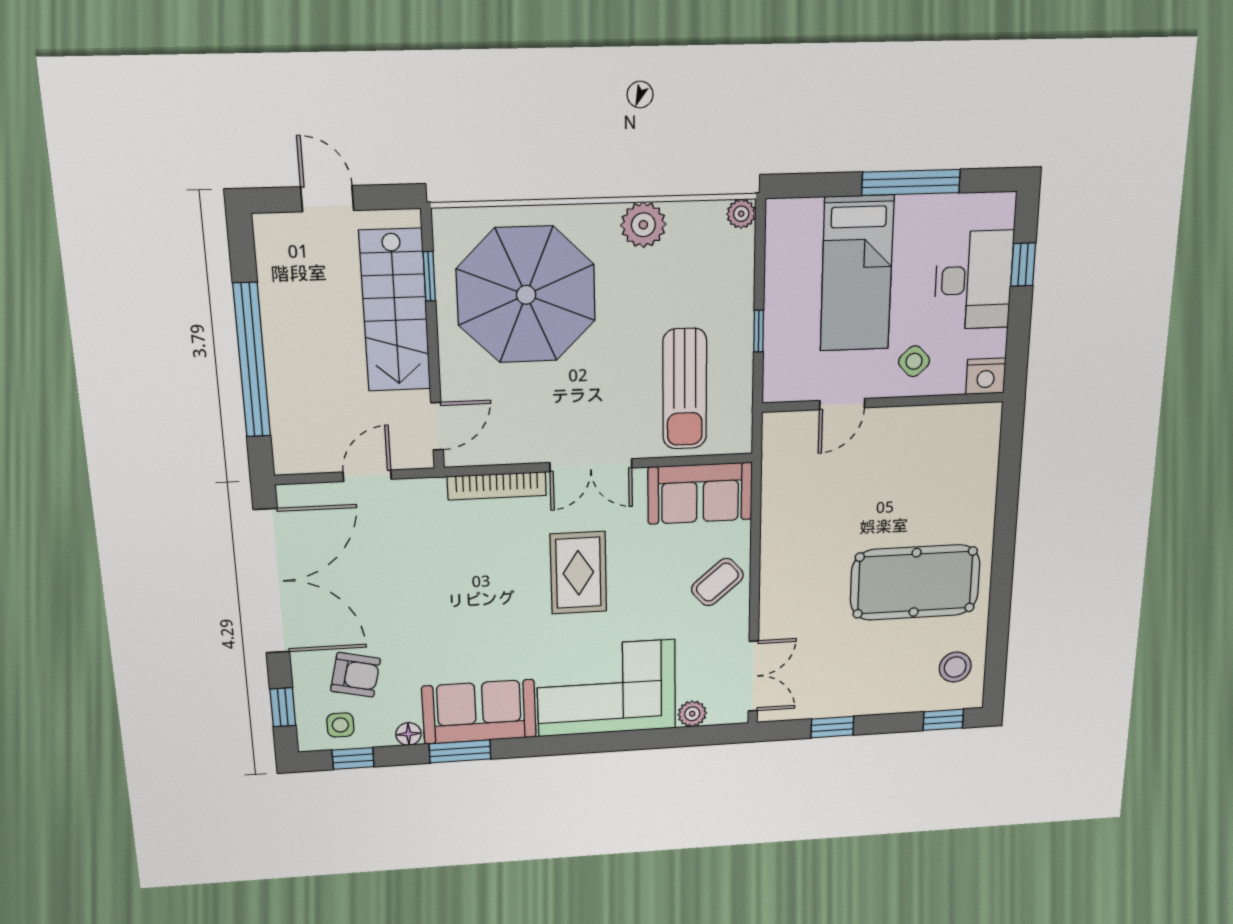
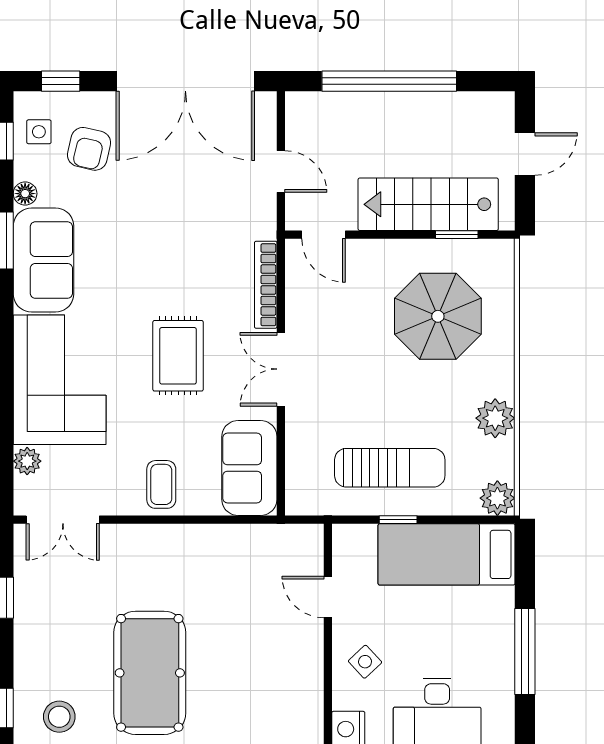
plant: (741, 214) -> (497, 498), width x1.38, depth x1.38
bed: (857, 274) -> (447, 554), moved
parasol: (526, 295) -> (438, 316), width x0.73, depth x0.73
sun lounger: (685, 389) -> (390, 468), moved, turned 180
rug: (578, 573) -> (178, 356), turned 90
coffee table: (717, 582) -> (161, 484), turned 41

